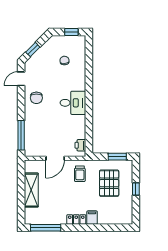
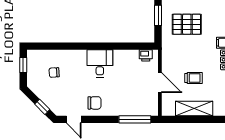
trolley: (80, 174) -> (193, 78), moved

